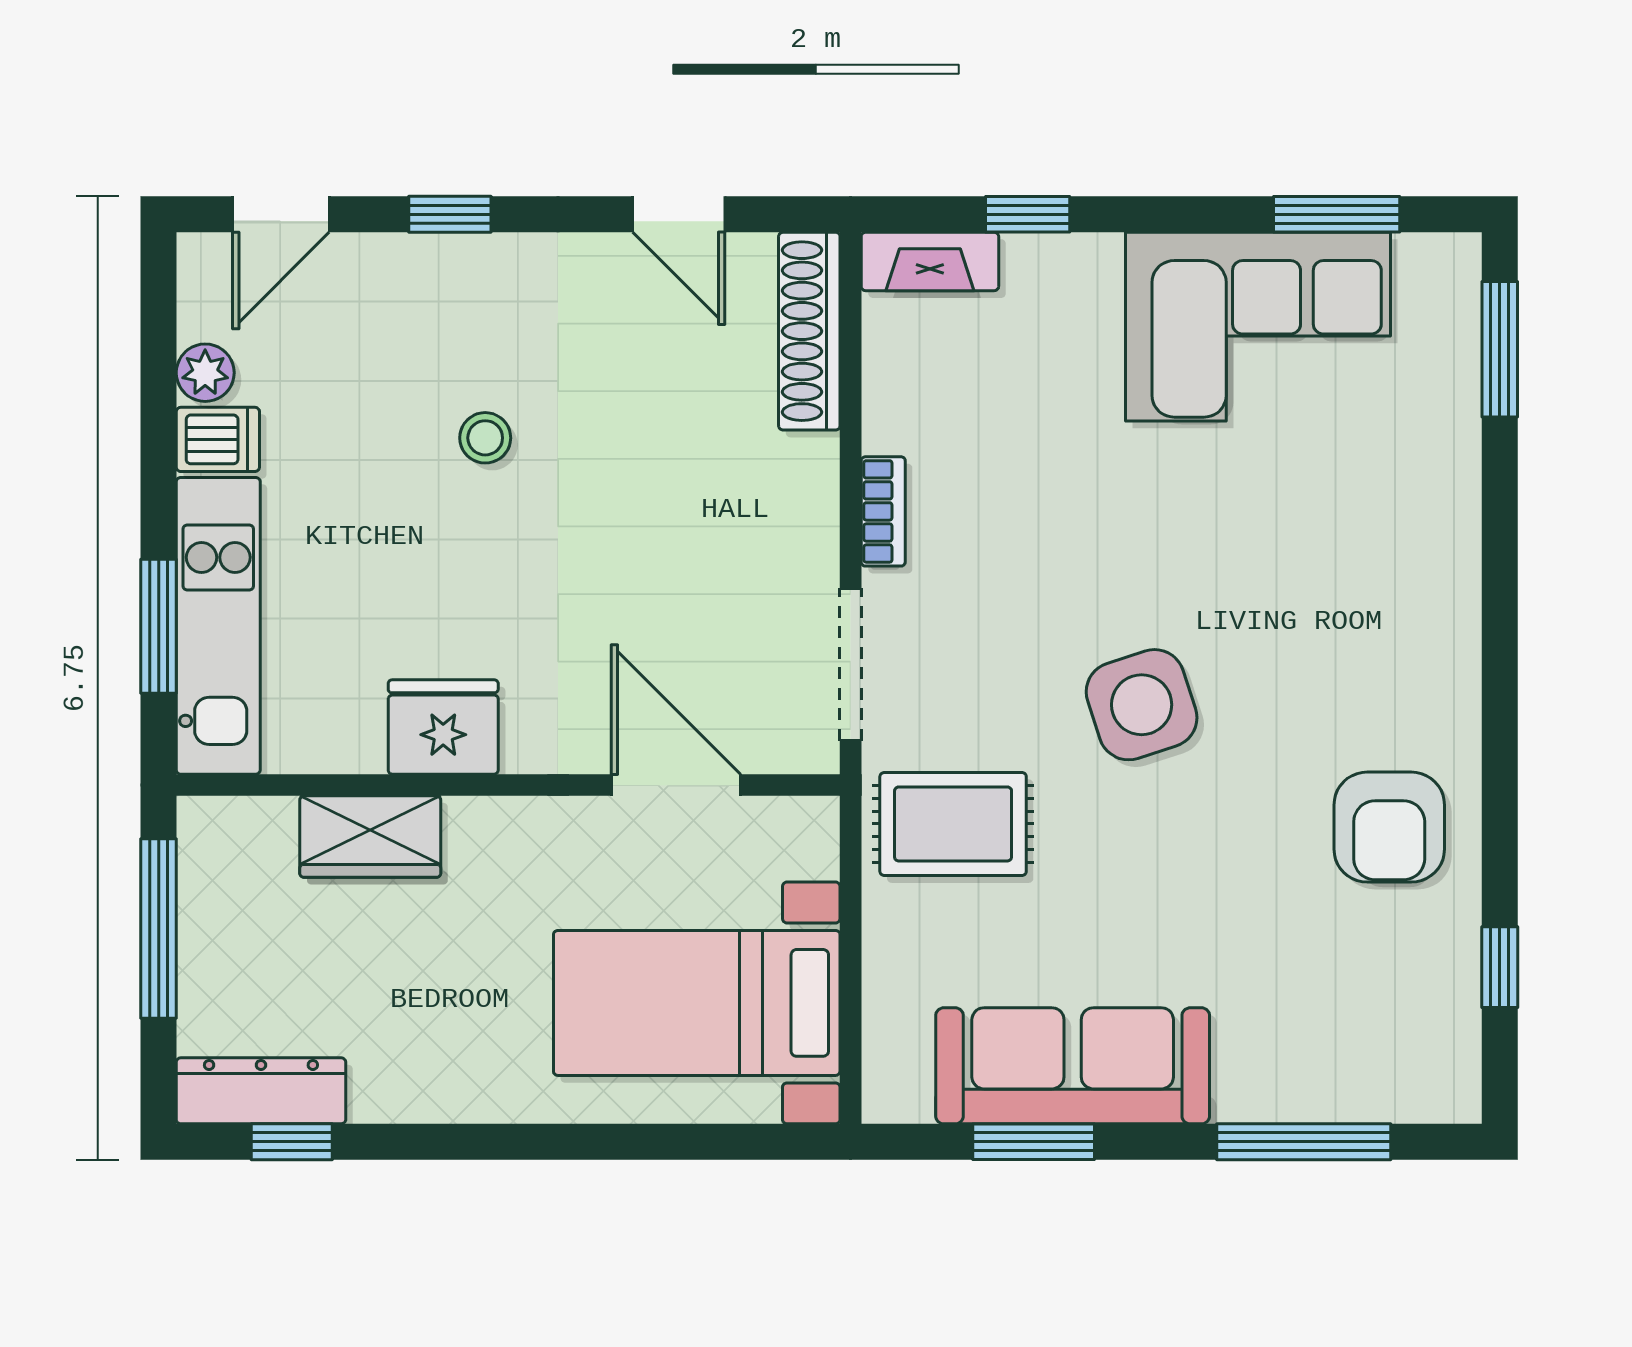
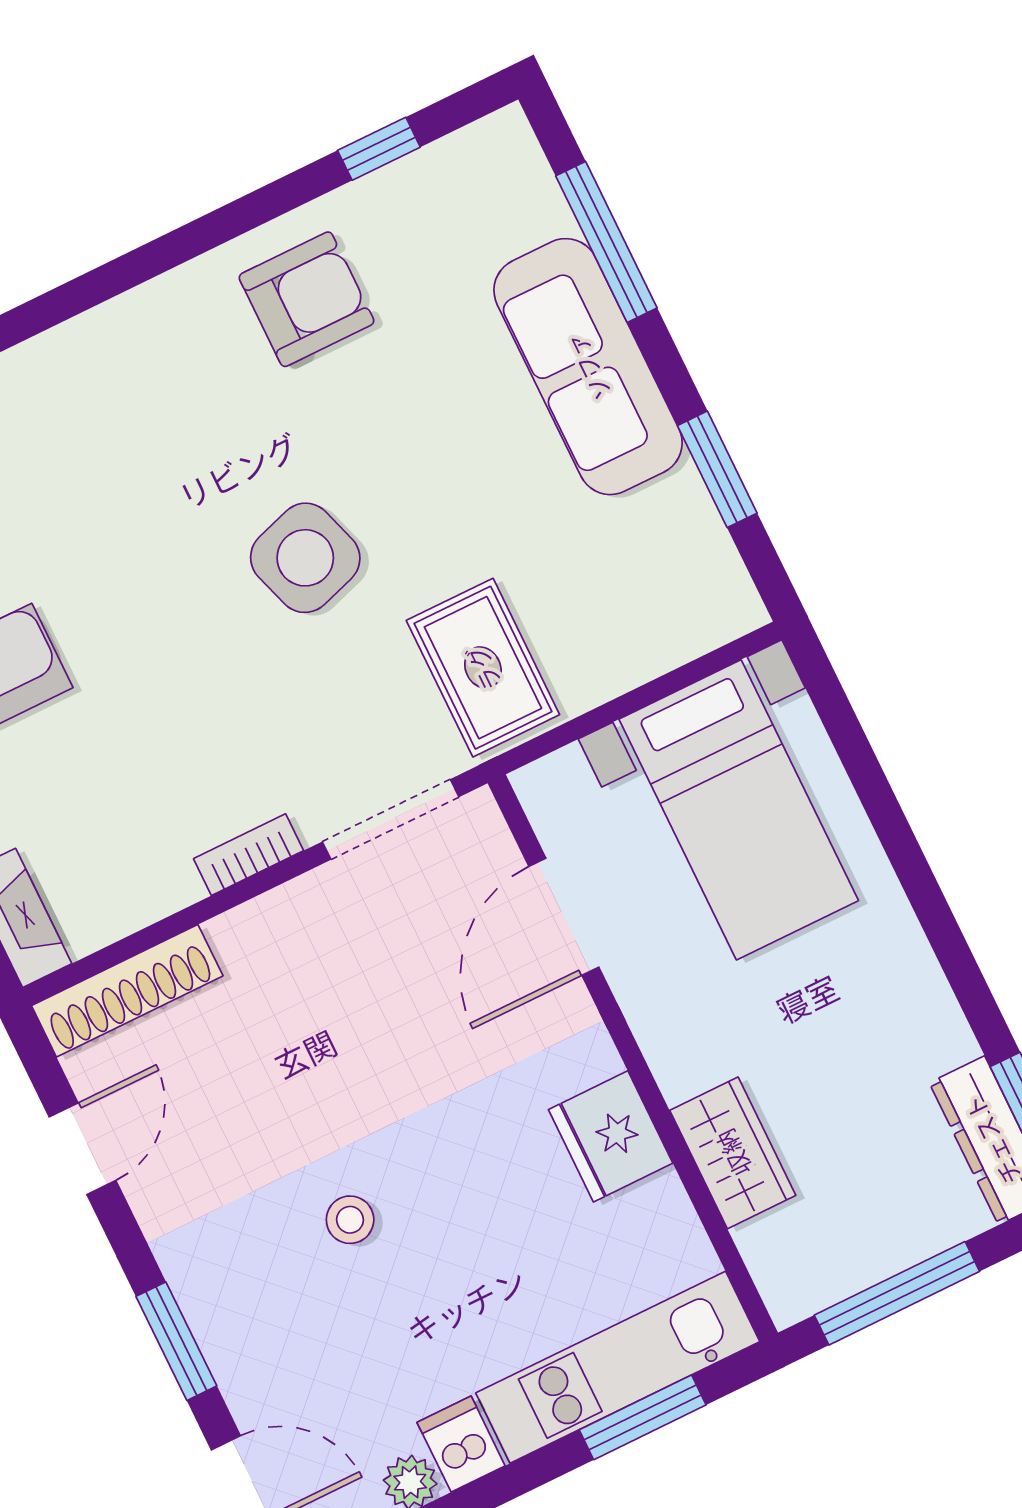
window: (450, 214) -> (176, 1341), width x1.50
sofa: (1073, 1066) -> (588, 367), moved

